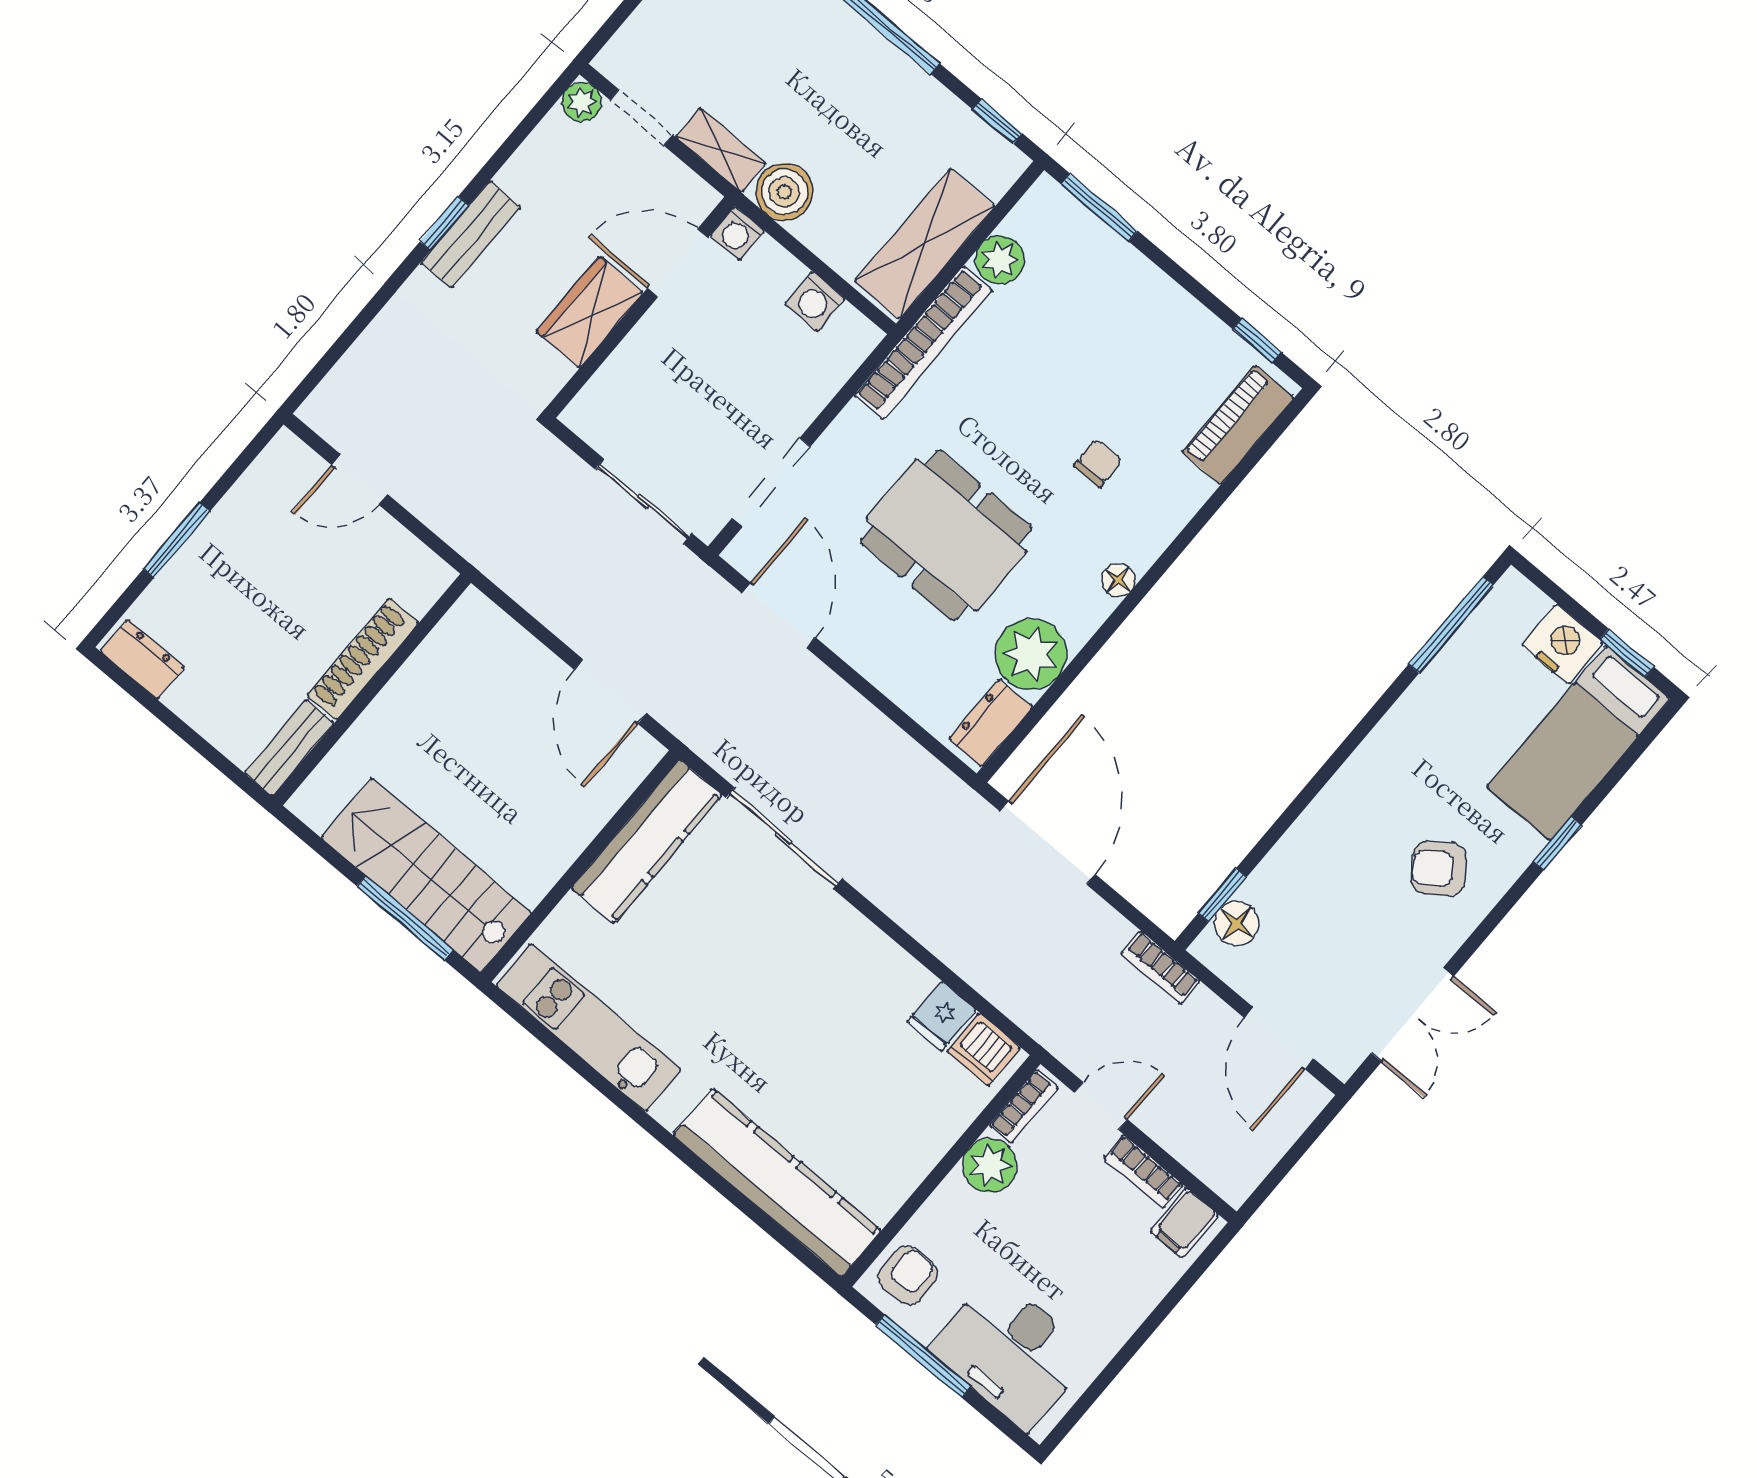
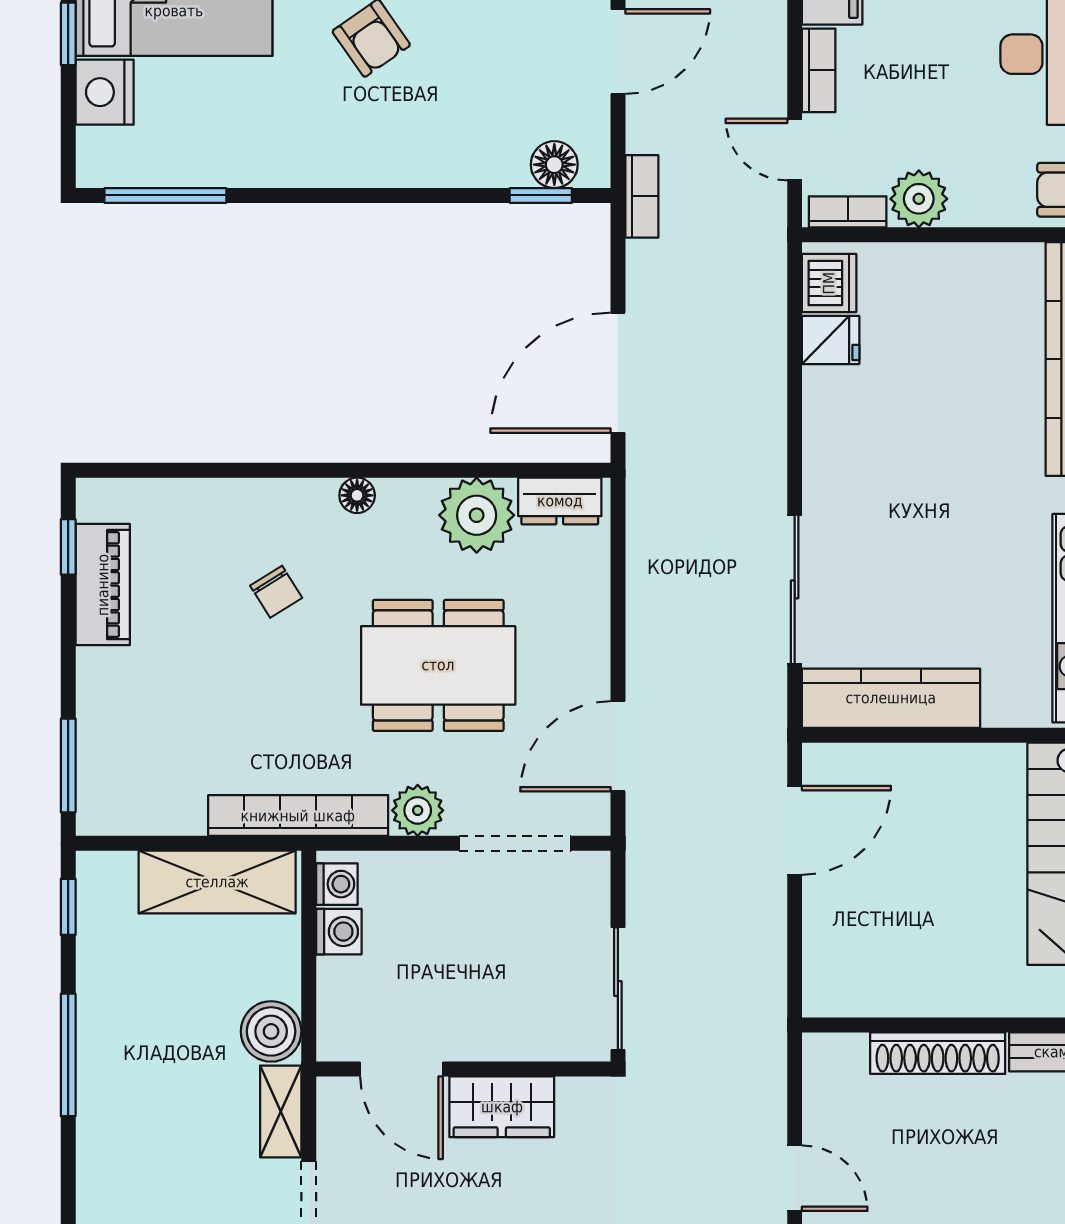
washing machine: (737, 233) -> (337, 884), moved
plant: (1000, 260) -> (418, 810), moved
piano: (1238, 425) -> (103, 585), moved, turned -90
chair: (1098, 463) -> (276, 592), turned -122
sliding door: (644, 501) -> (618, 989), moved
dining table: (946, 535) -> (438, 665), turned 90

